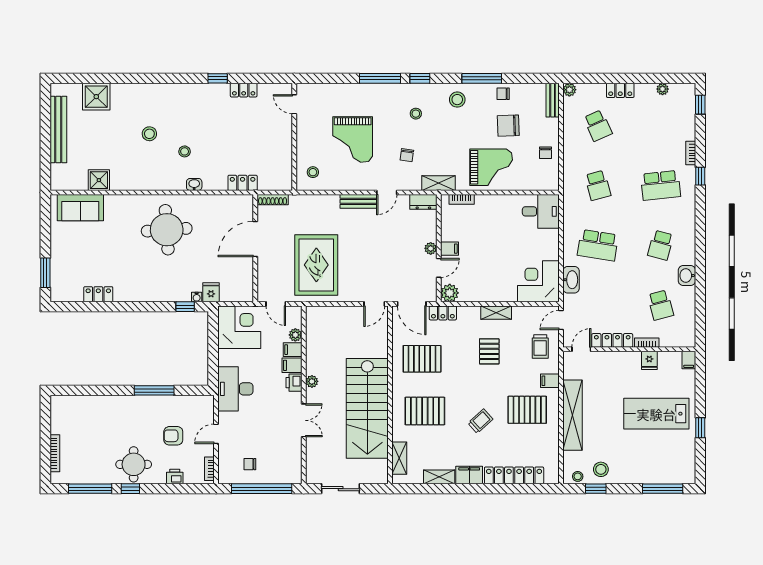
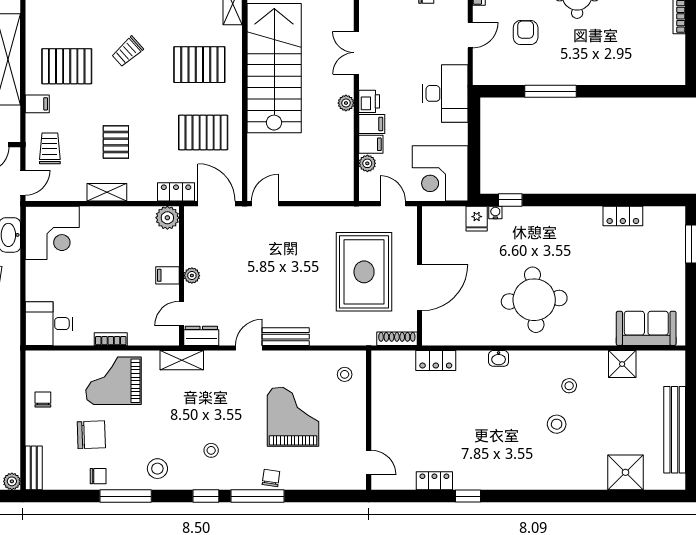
stool: (185, 151) -> (569, 386), moved
chair: (407, 155) -> (271, 478), moved
bookcase: (462, 199) -> (111, 339), moved
rug: (316, 265) -> (364, 272), moved
door: (439, 268) -> (182, 314), moved
armchair: (173, 436) -> (526, 33), turned -90

